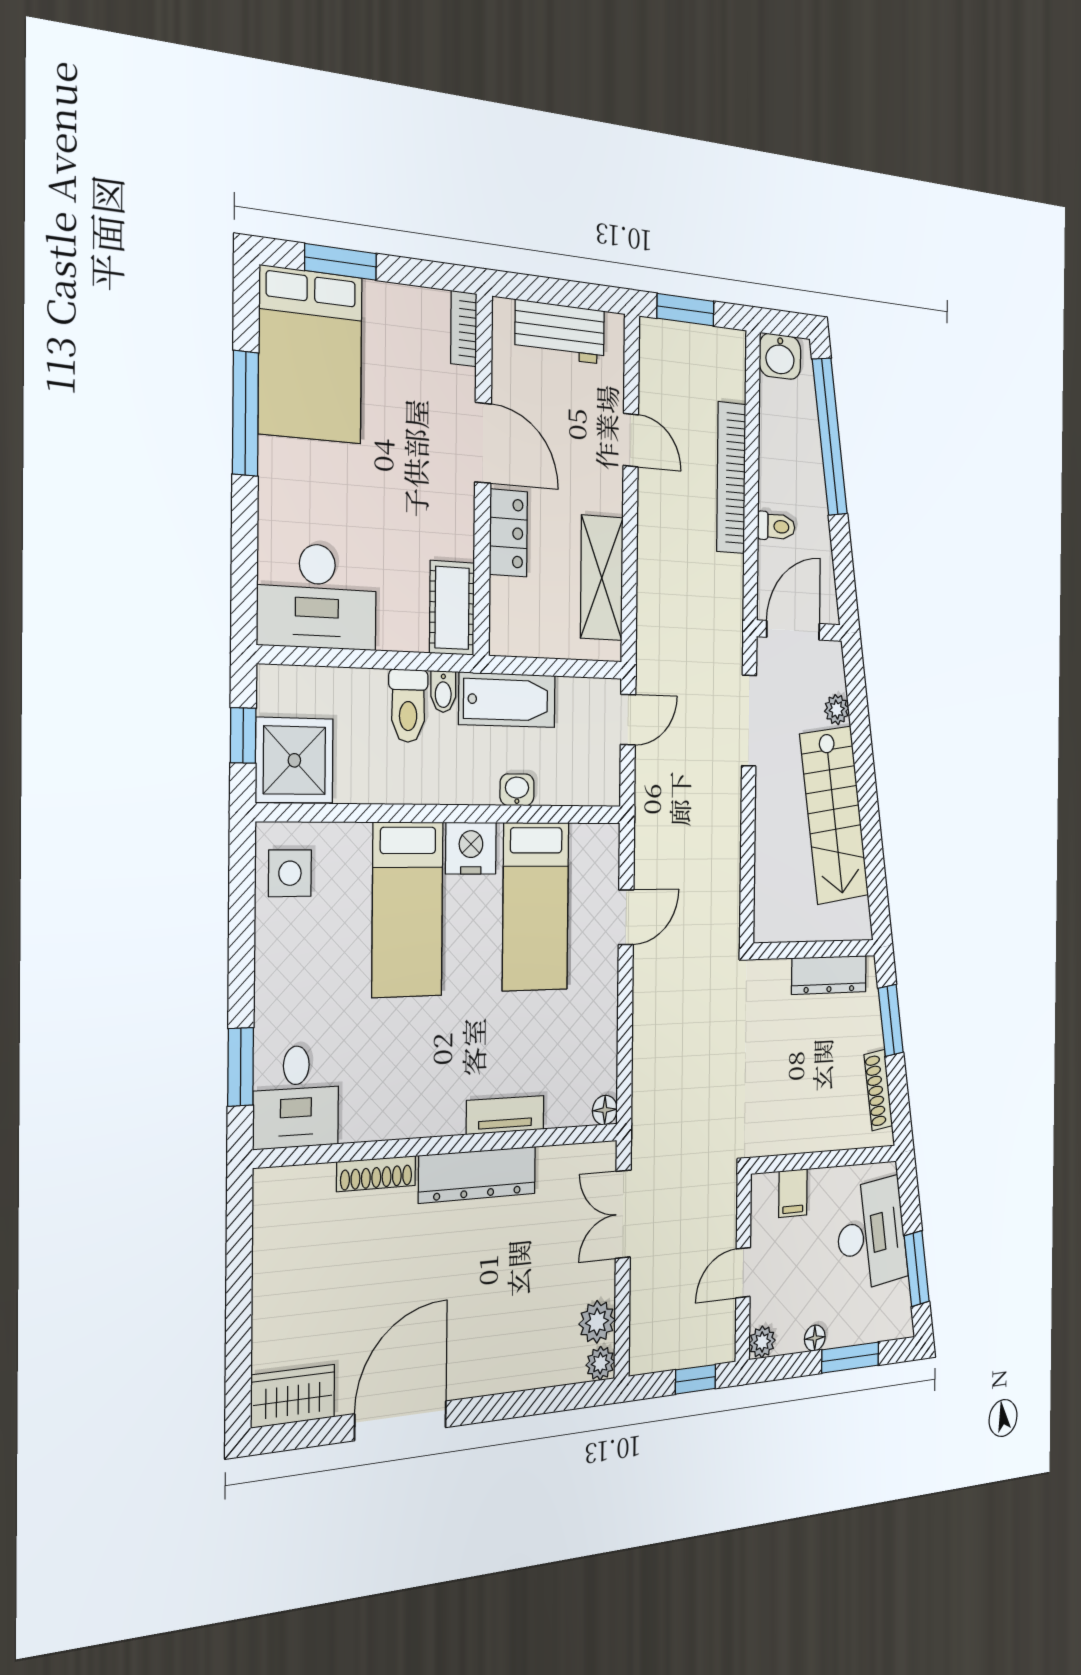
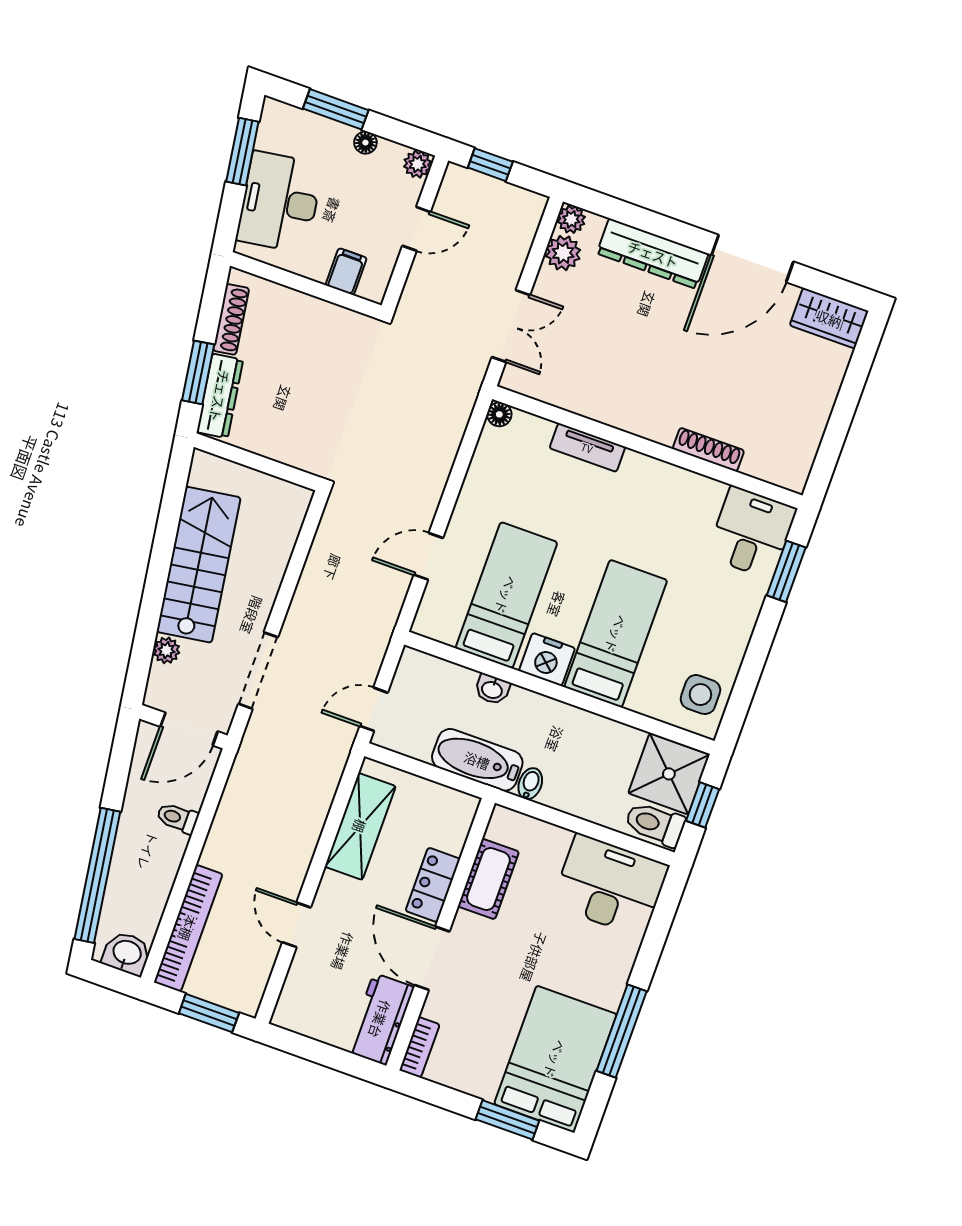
workbench: (560, 332) -> (380, 1019), moved, turned -90
bookcase: (731, 478) -> (188, 928), moved
cot: (452, 608) -> (488, 879), moved
toilet: (408, 706) -> (655, 824), moved, turned -90
dresser: (829, 975) -> (220, 396), moved, turned 82
dresser: (477, 1175) -> (653, 254), moved, turned 180

